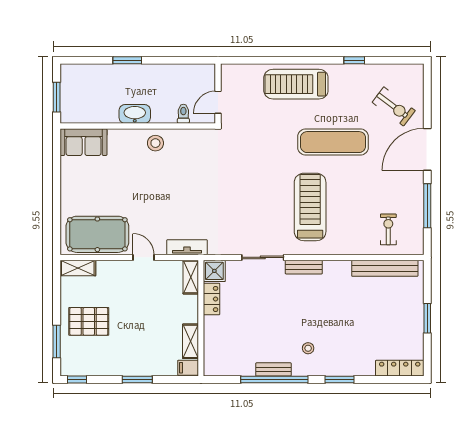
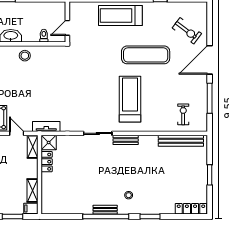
shower: (214, 271) -> (49, 143), moved
shelving: (191, 277) -> (33, 147), moved
locker: (212, 299) -> (47, 162), moved
wall: (201, 318) -> (39, 175), moved
shelving: (191, 341) -> (32, 190), moved
filing cabinet: (188, 368) -> (31, 208), moved

